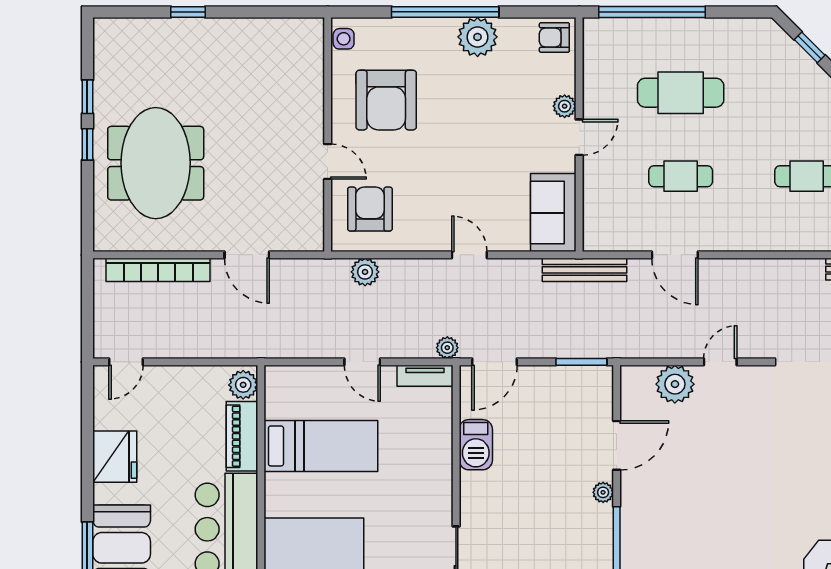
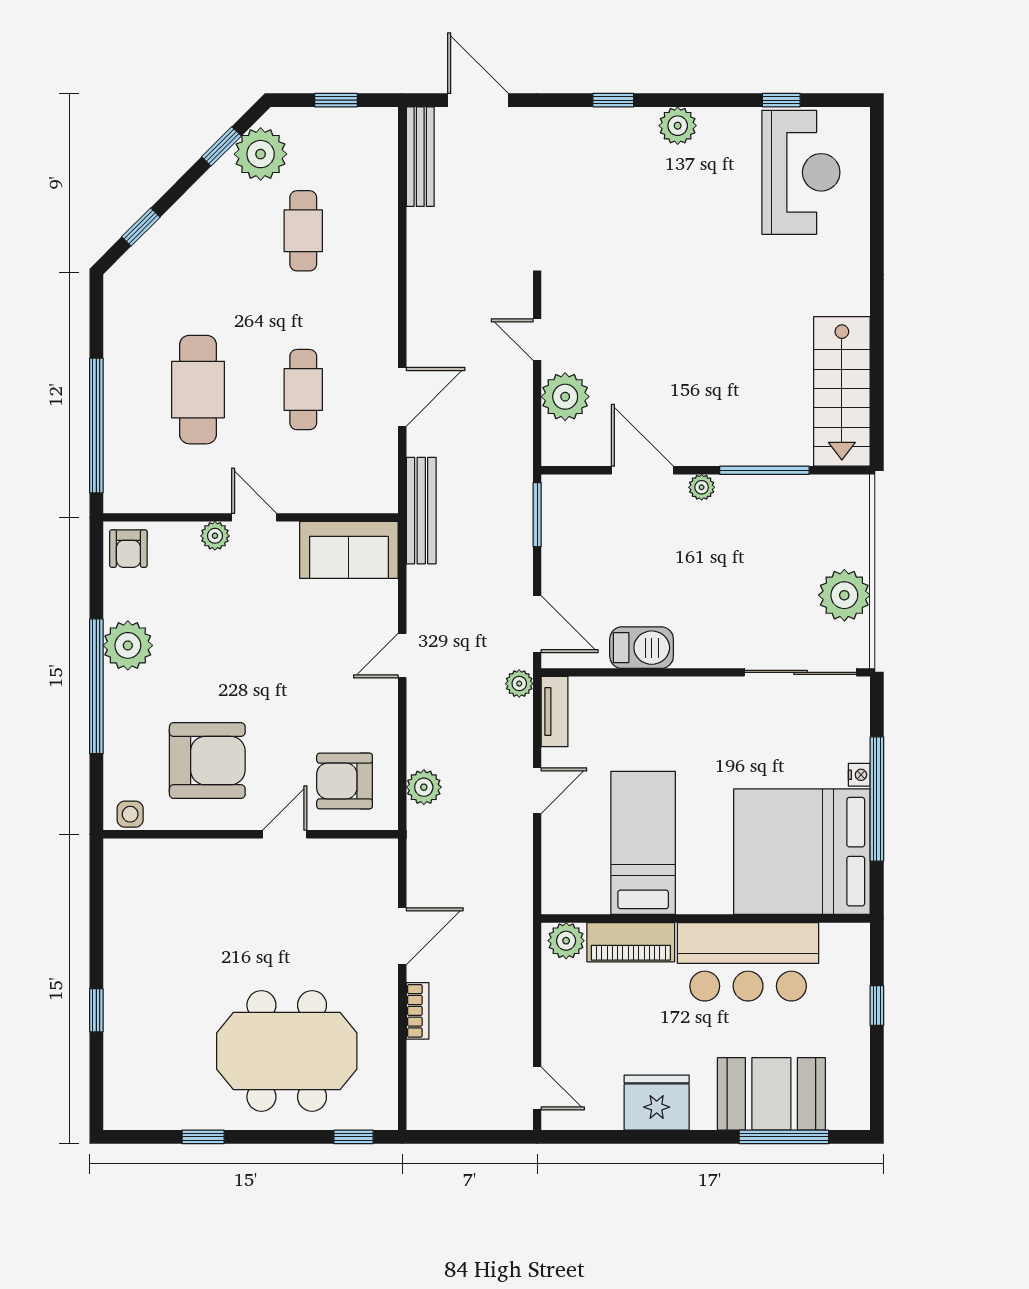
window: (87, 144) -> (354, 1137), moved
bookcase: (158, 270) -> (418, 1011), width x0.43, depth x0.76

